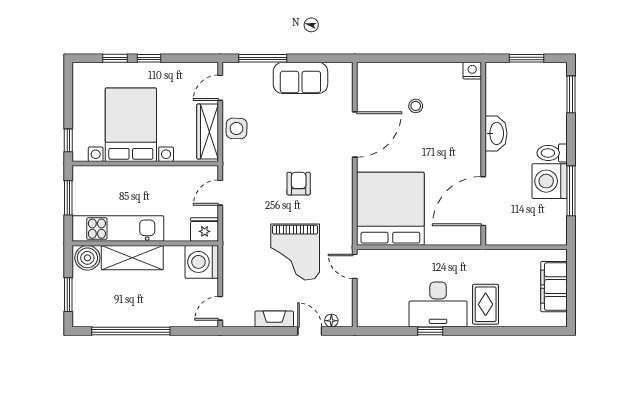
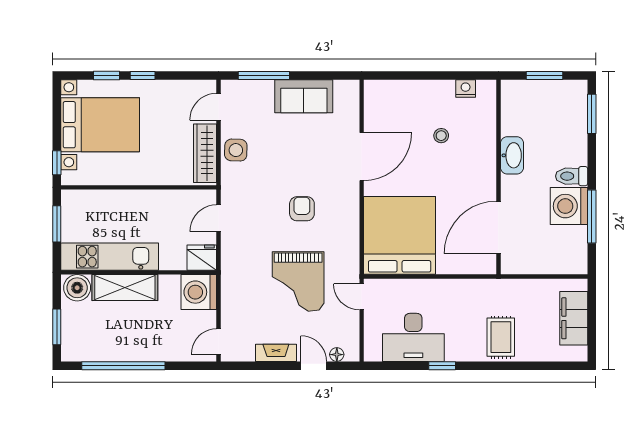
nightstand: (472, 71) -> (466, 89), moved
stool: (416, 106) -> (441, 136), moved
bed with nightstands: (131, 125) -> (100, 125), moved, turned 90
desk: (438, 304) -> (413, 337), moved

